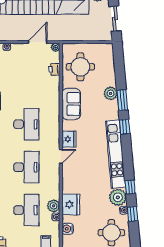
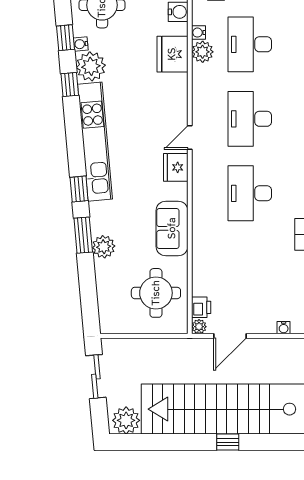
printer: (54, 69) -> (201, 307), moved

